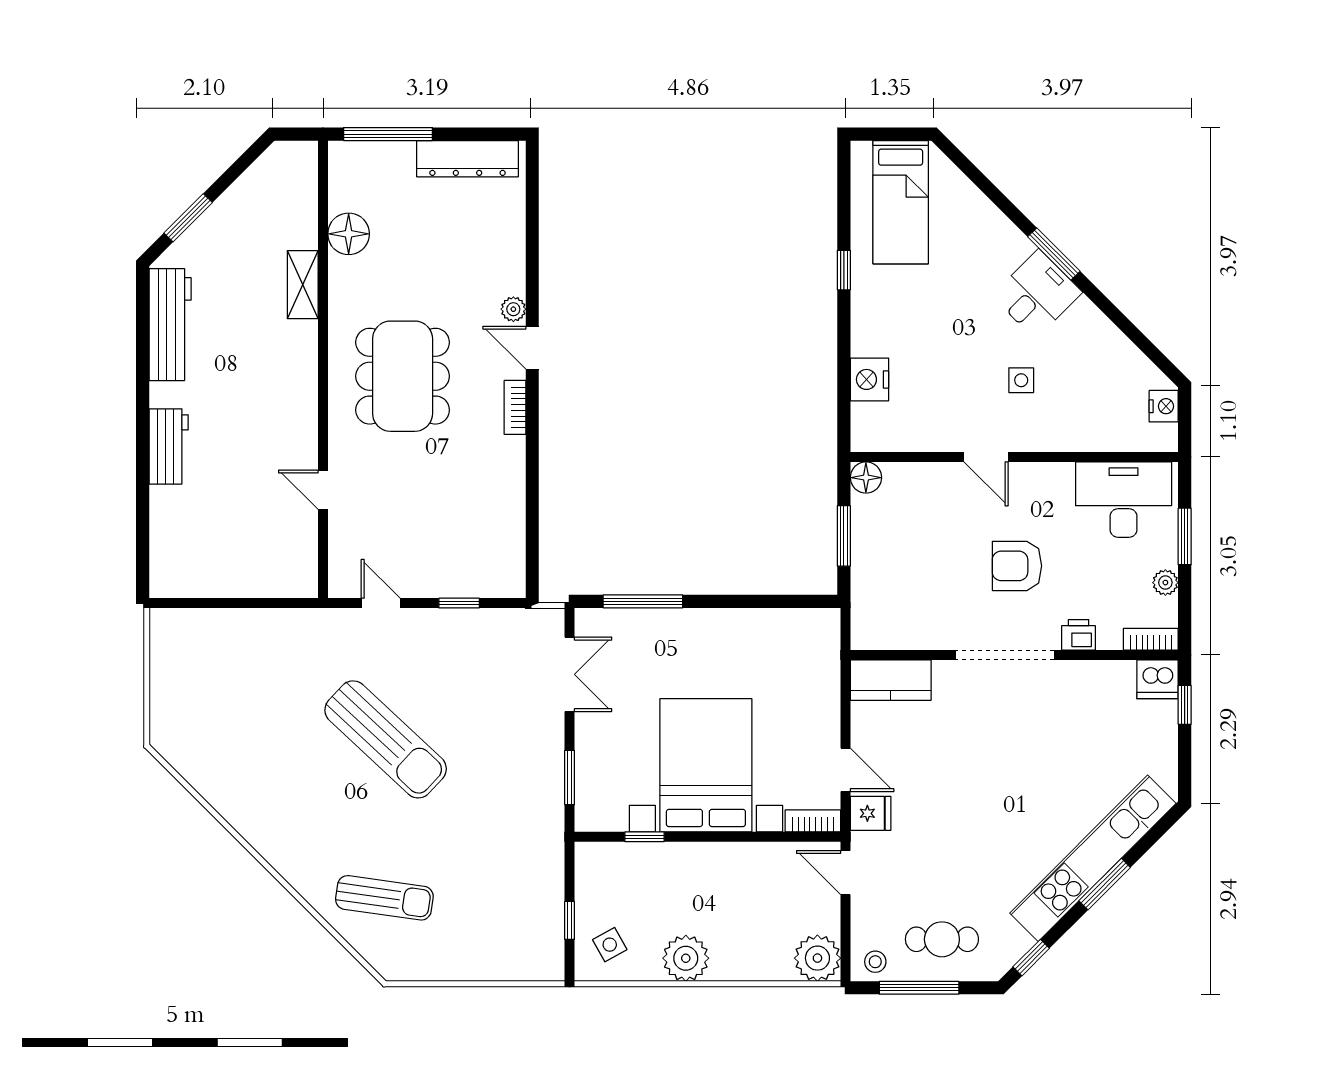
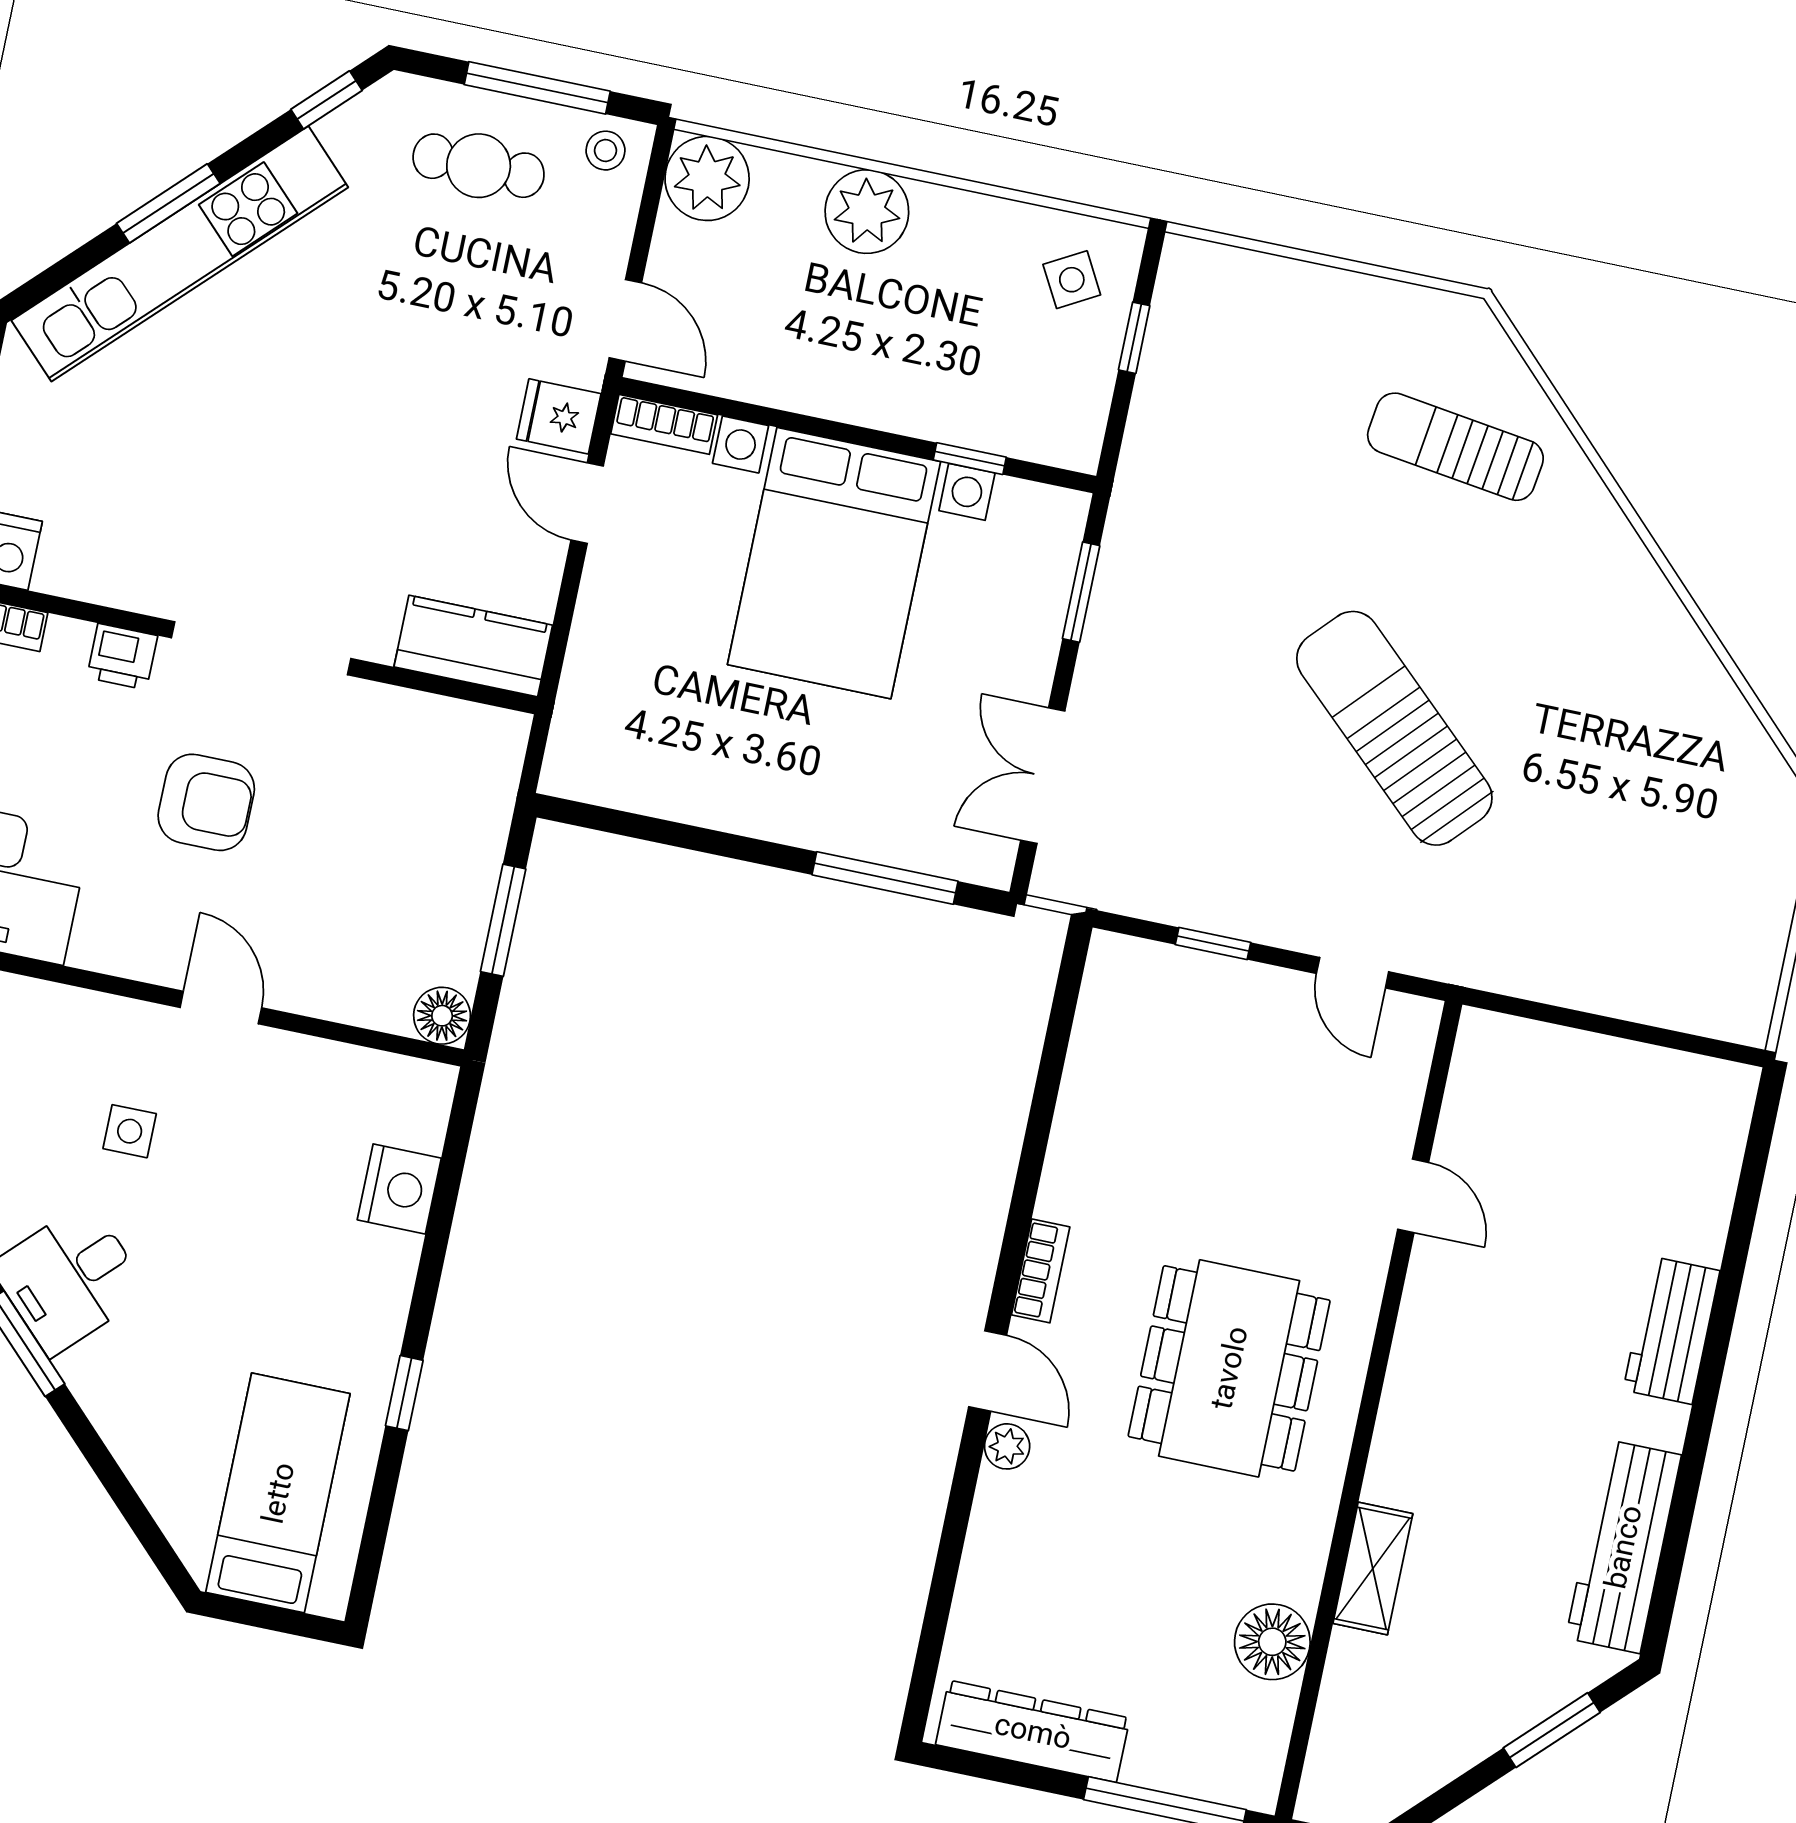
plant: (686, 958) -> (867, 212), moved

